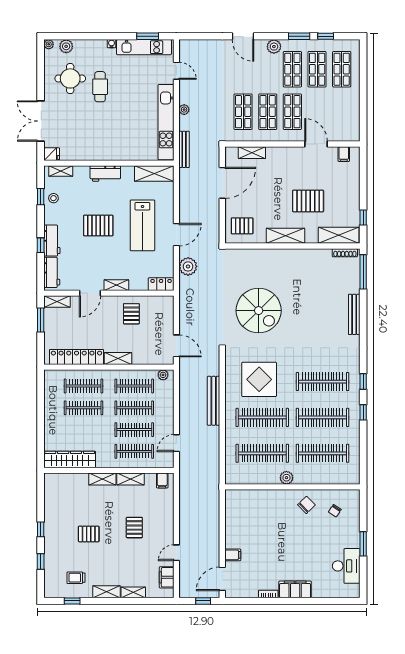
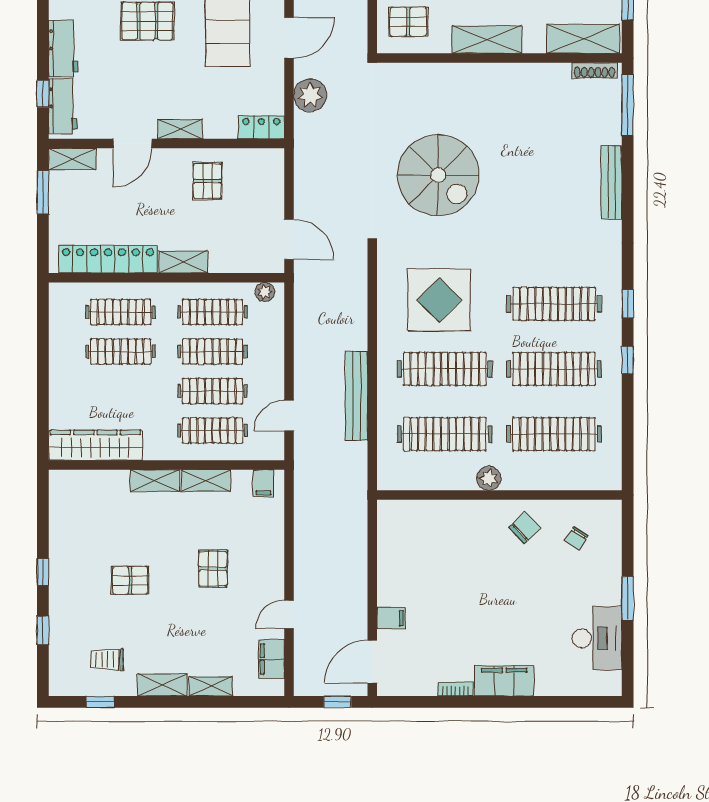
window: (41, 245) -> (43, 94), moved
bench: (214, 401) -> (357, 396), moved

